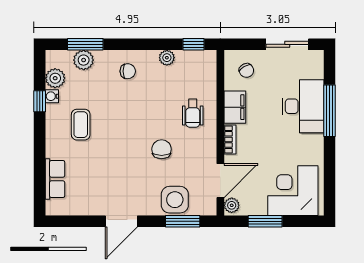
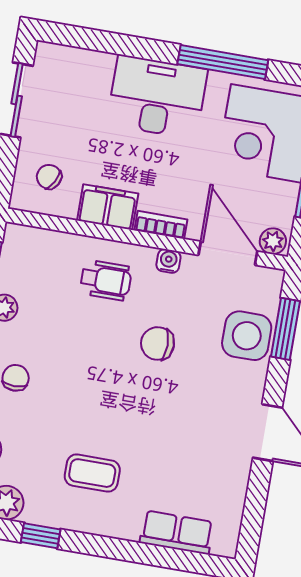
chair: (246, 70) -> (49, 177), turned -121
water cooler: (52, 96) -> (168, 261), moved, turned 180
desk: (303, 106) -> (157, 97), moved
window: (329, 111) -> (223, 62), moved

